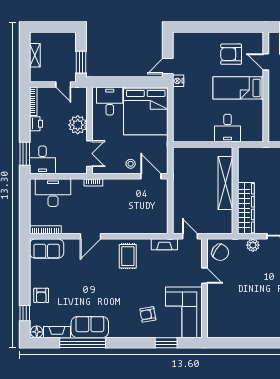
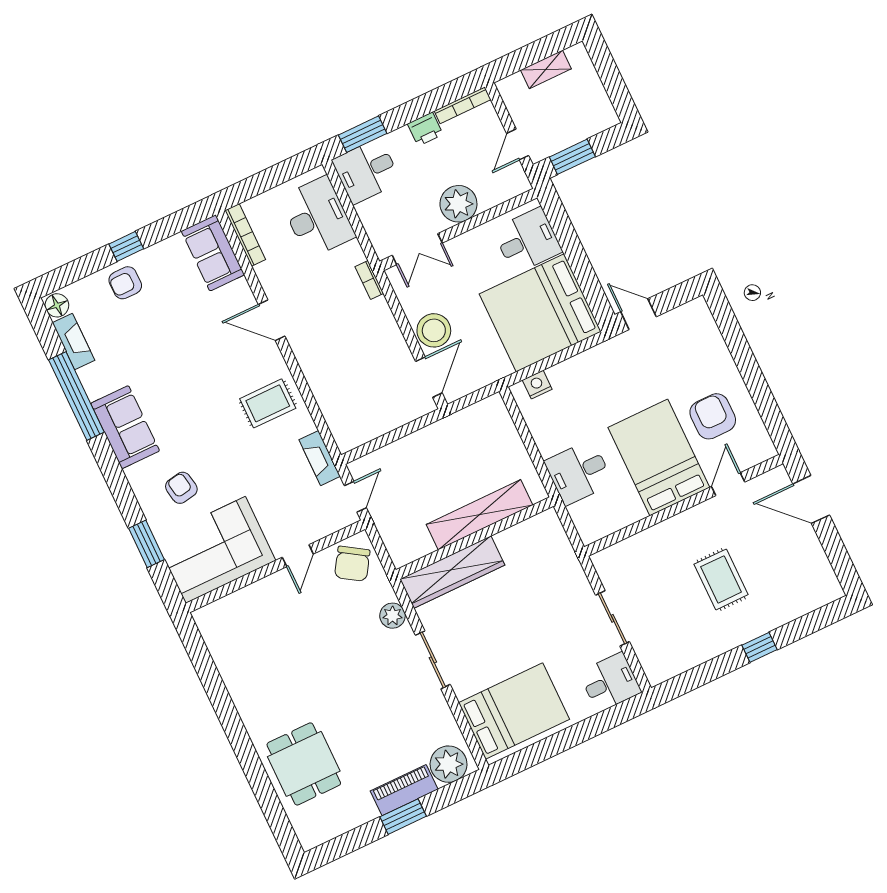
nightstand: (178, 81) -> (537, 385), moved
bed: (238, 88) -> (659, 457), width x1.50
stool: (131, 164) -> (434, 330), width x1.89, depth x1.89
window: (25, 313) -> (126, 246), moved
sofa: (90, 327) -> (125, 427), moved

